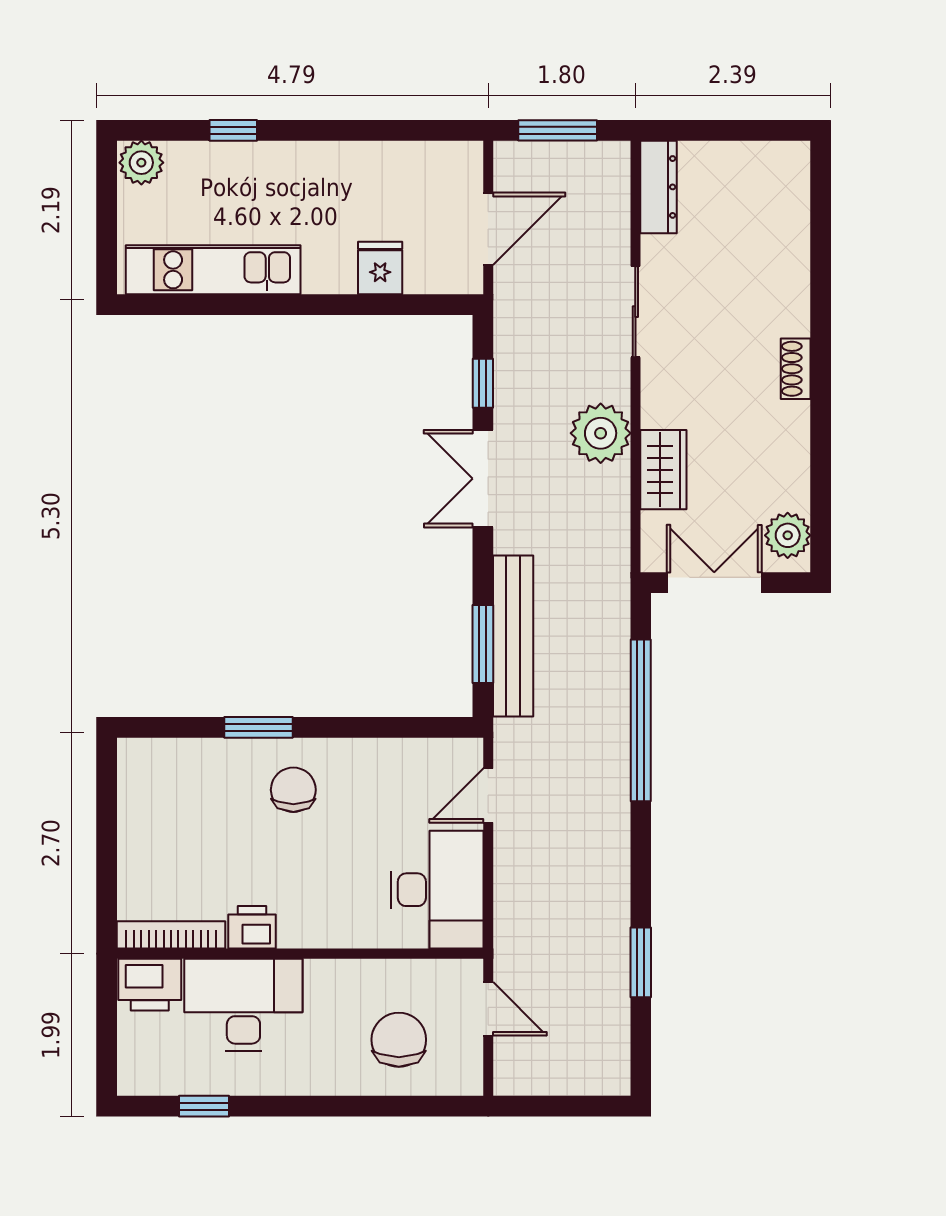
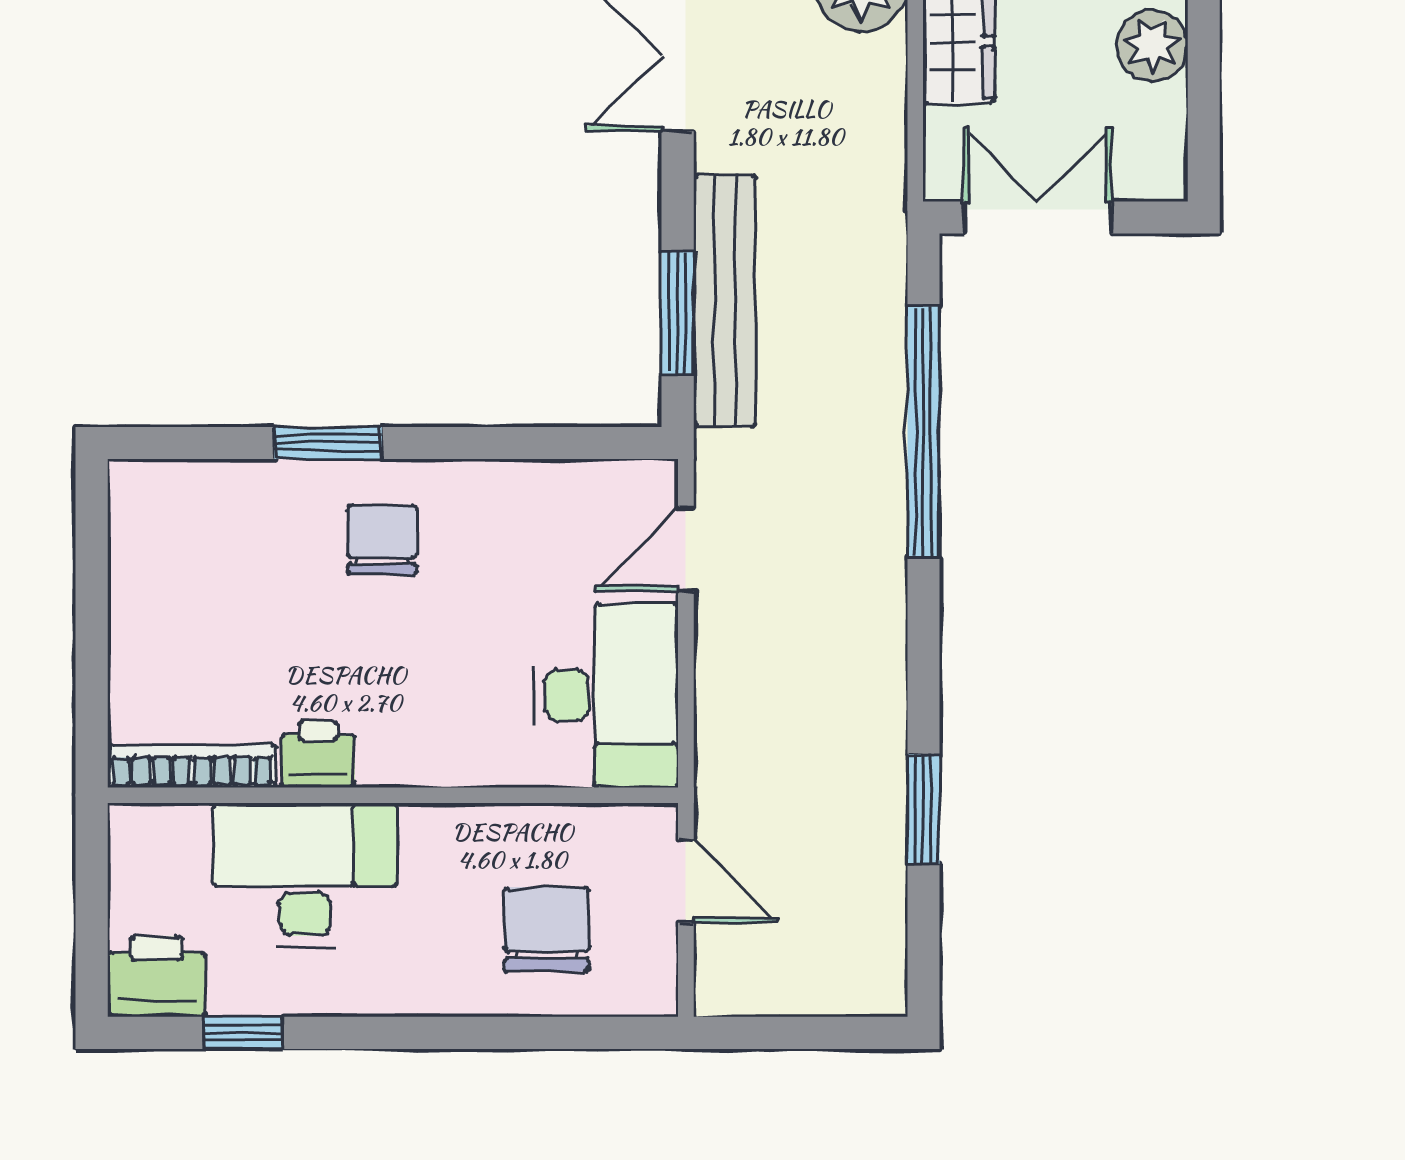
plant: (788, 535) -> (1152, 45), moved
printer: (150, 985) -> (157, 976), moved, turned 180

